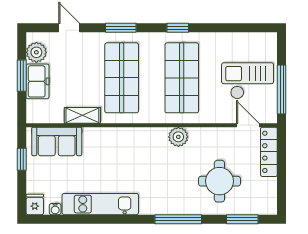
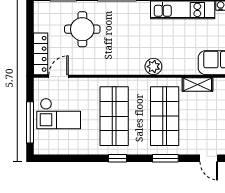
window: (282, 89) -> (30, 122), moved
door: (248, 125) -> (59, 76), swing flipped
plant: (178, 137) -> (153, 67), moved

